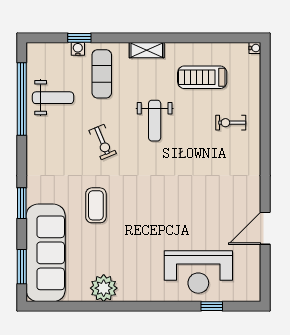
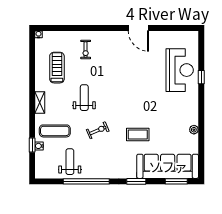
treadmill: (202, 77) -> (57, 68), turned 180
window: (22, 99) -> (86, 181), moved
weight bench: (155, 121) -> (84, 98), turned -90
door: (265, 228) -> (138, 28), moved
plant: (104, 288) -> (194, 130), width x0.53, depth x0.53
window: (212, 306) -> (201, 77), moved

